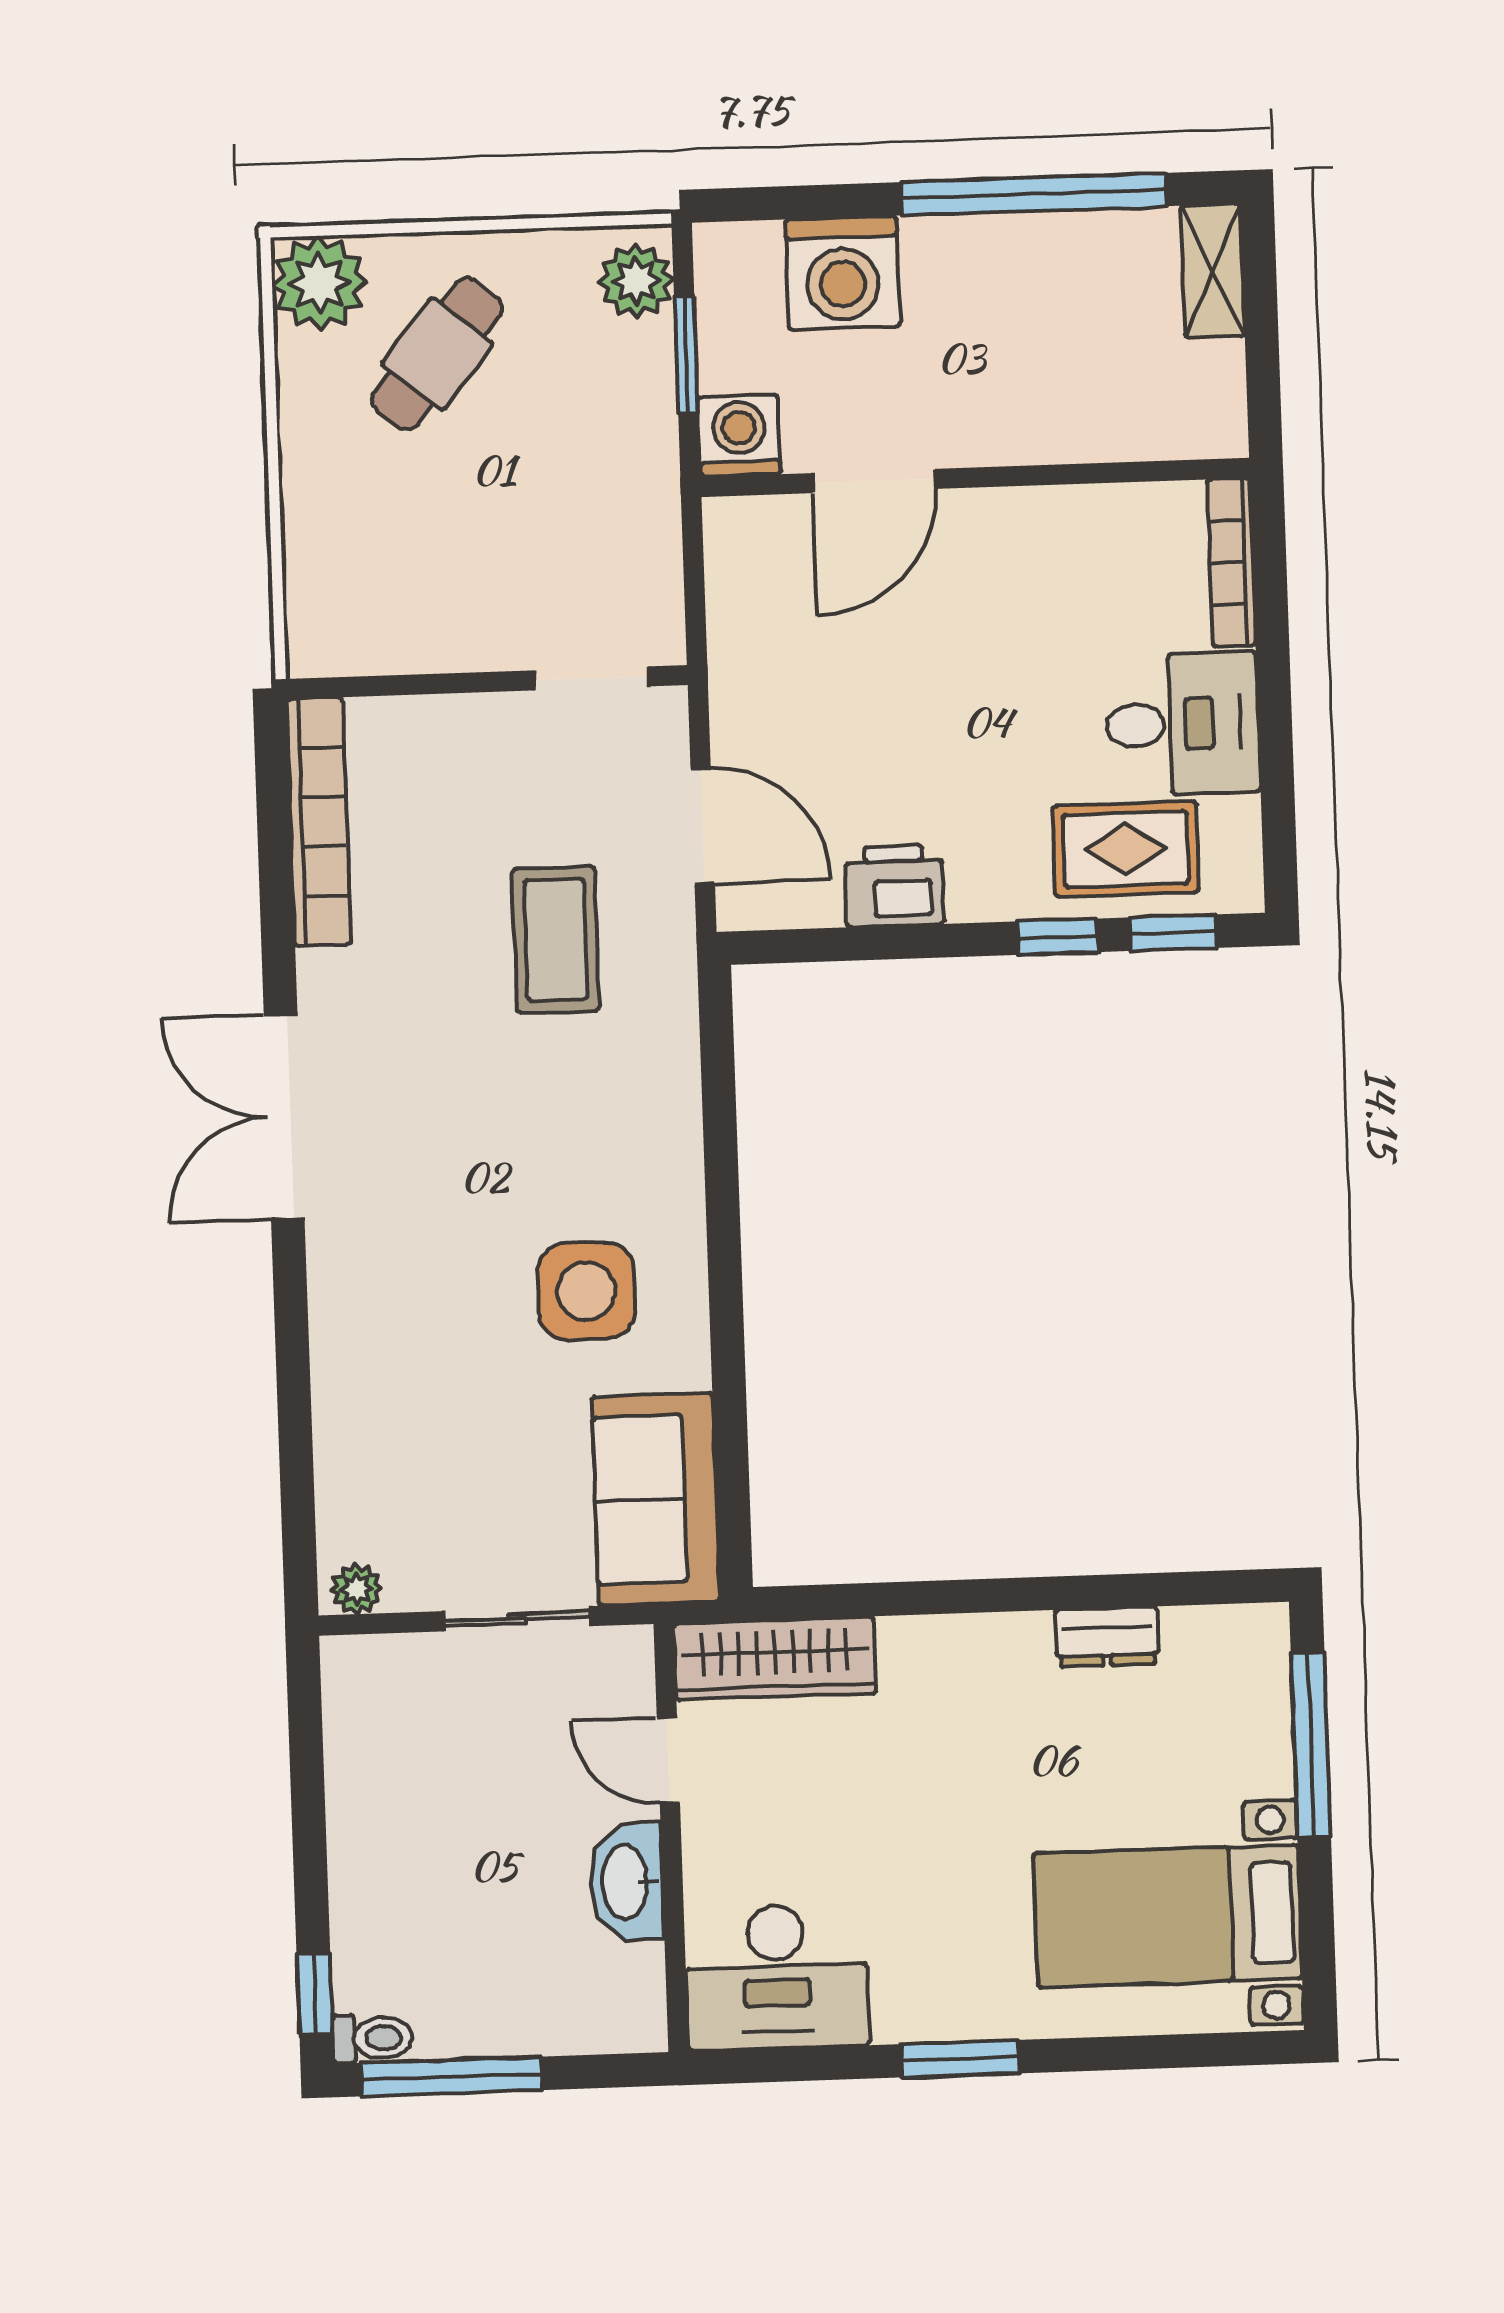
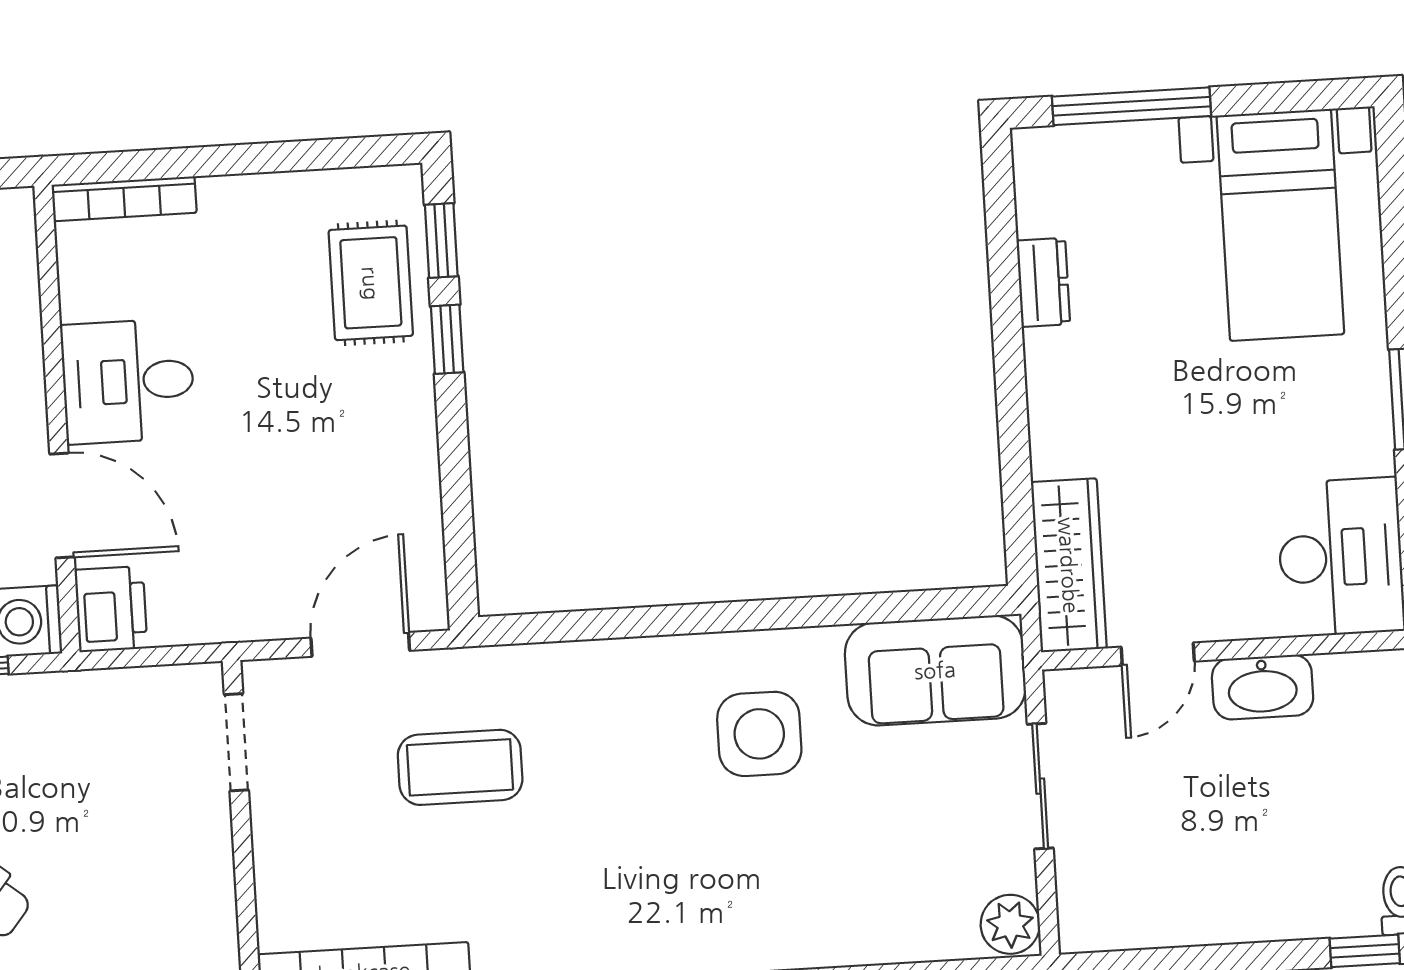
desk: (1183, 724) -> (128, 381), moved, turned -90
printer: (894, 886) -> (111, 609), moved, turned 180
plant: (356, 1589) -> (1010, 924), width x1.38, depth x1.38

